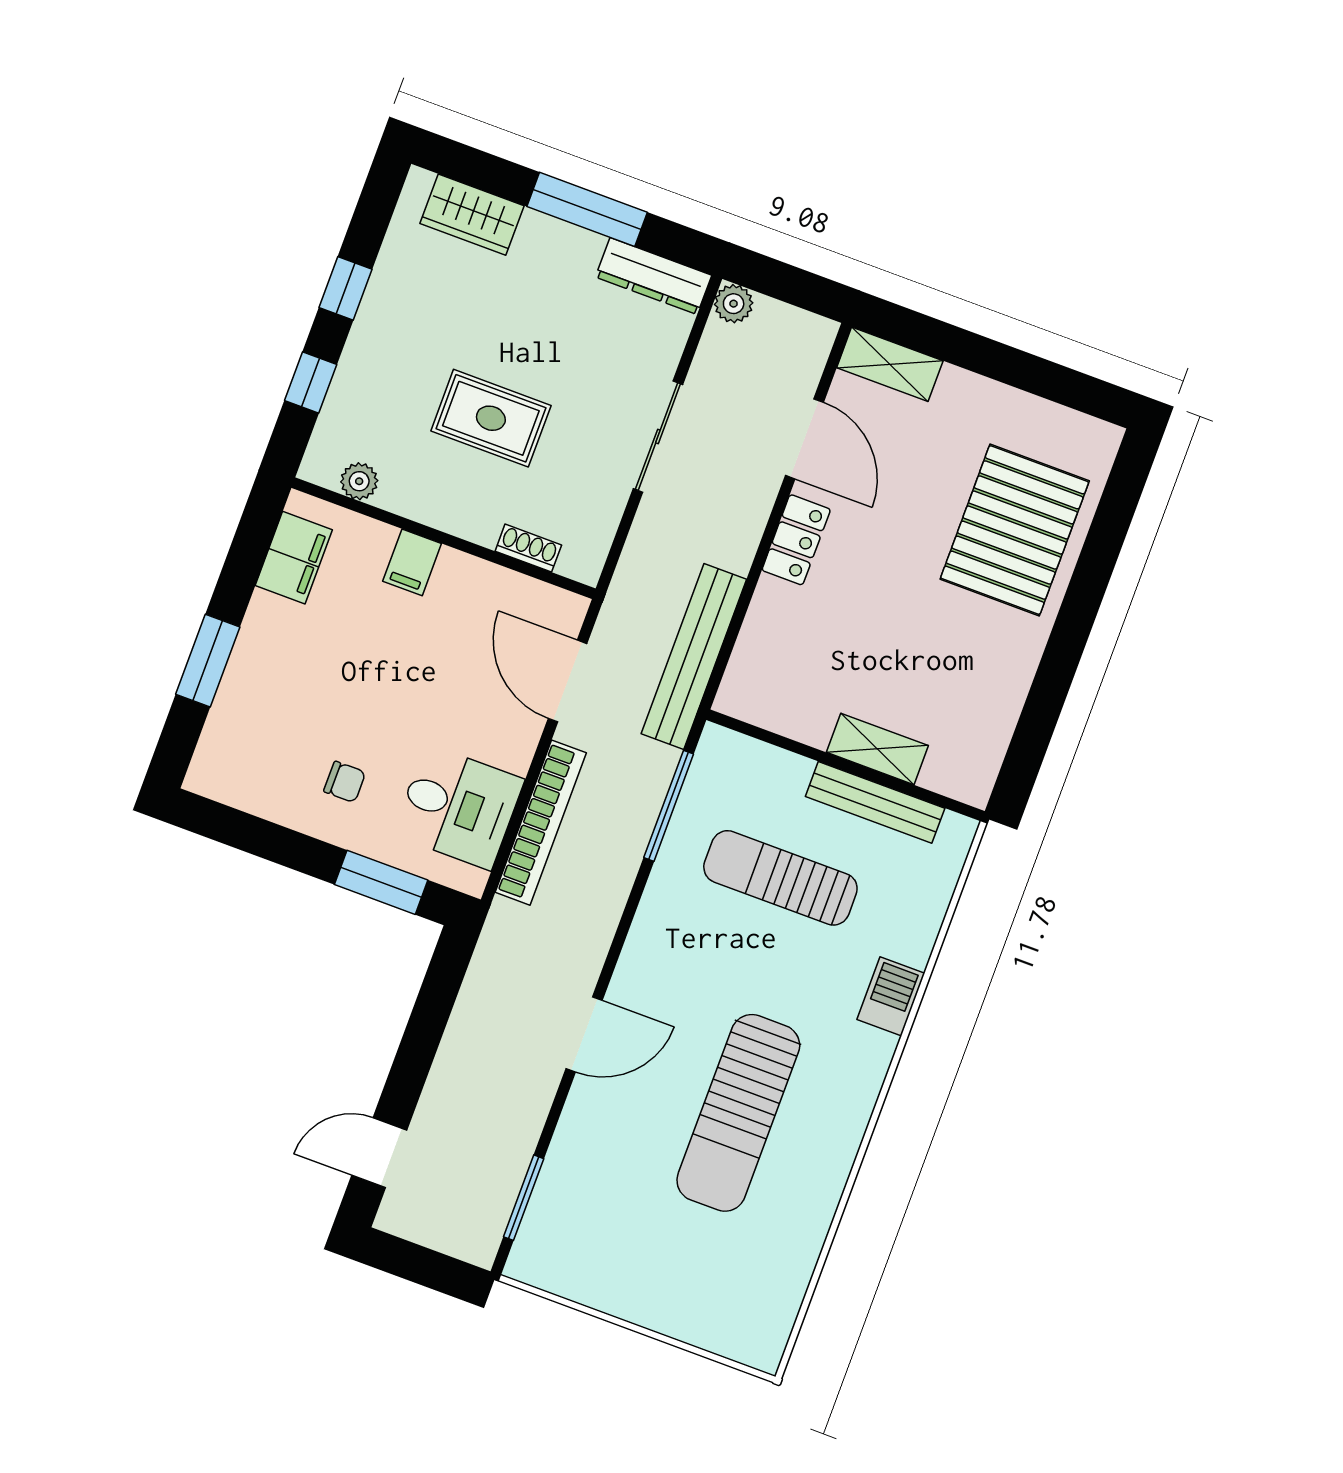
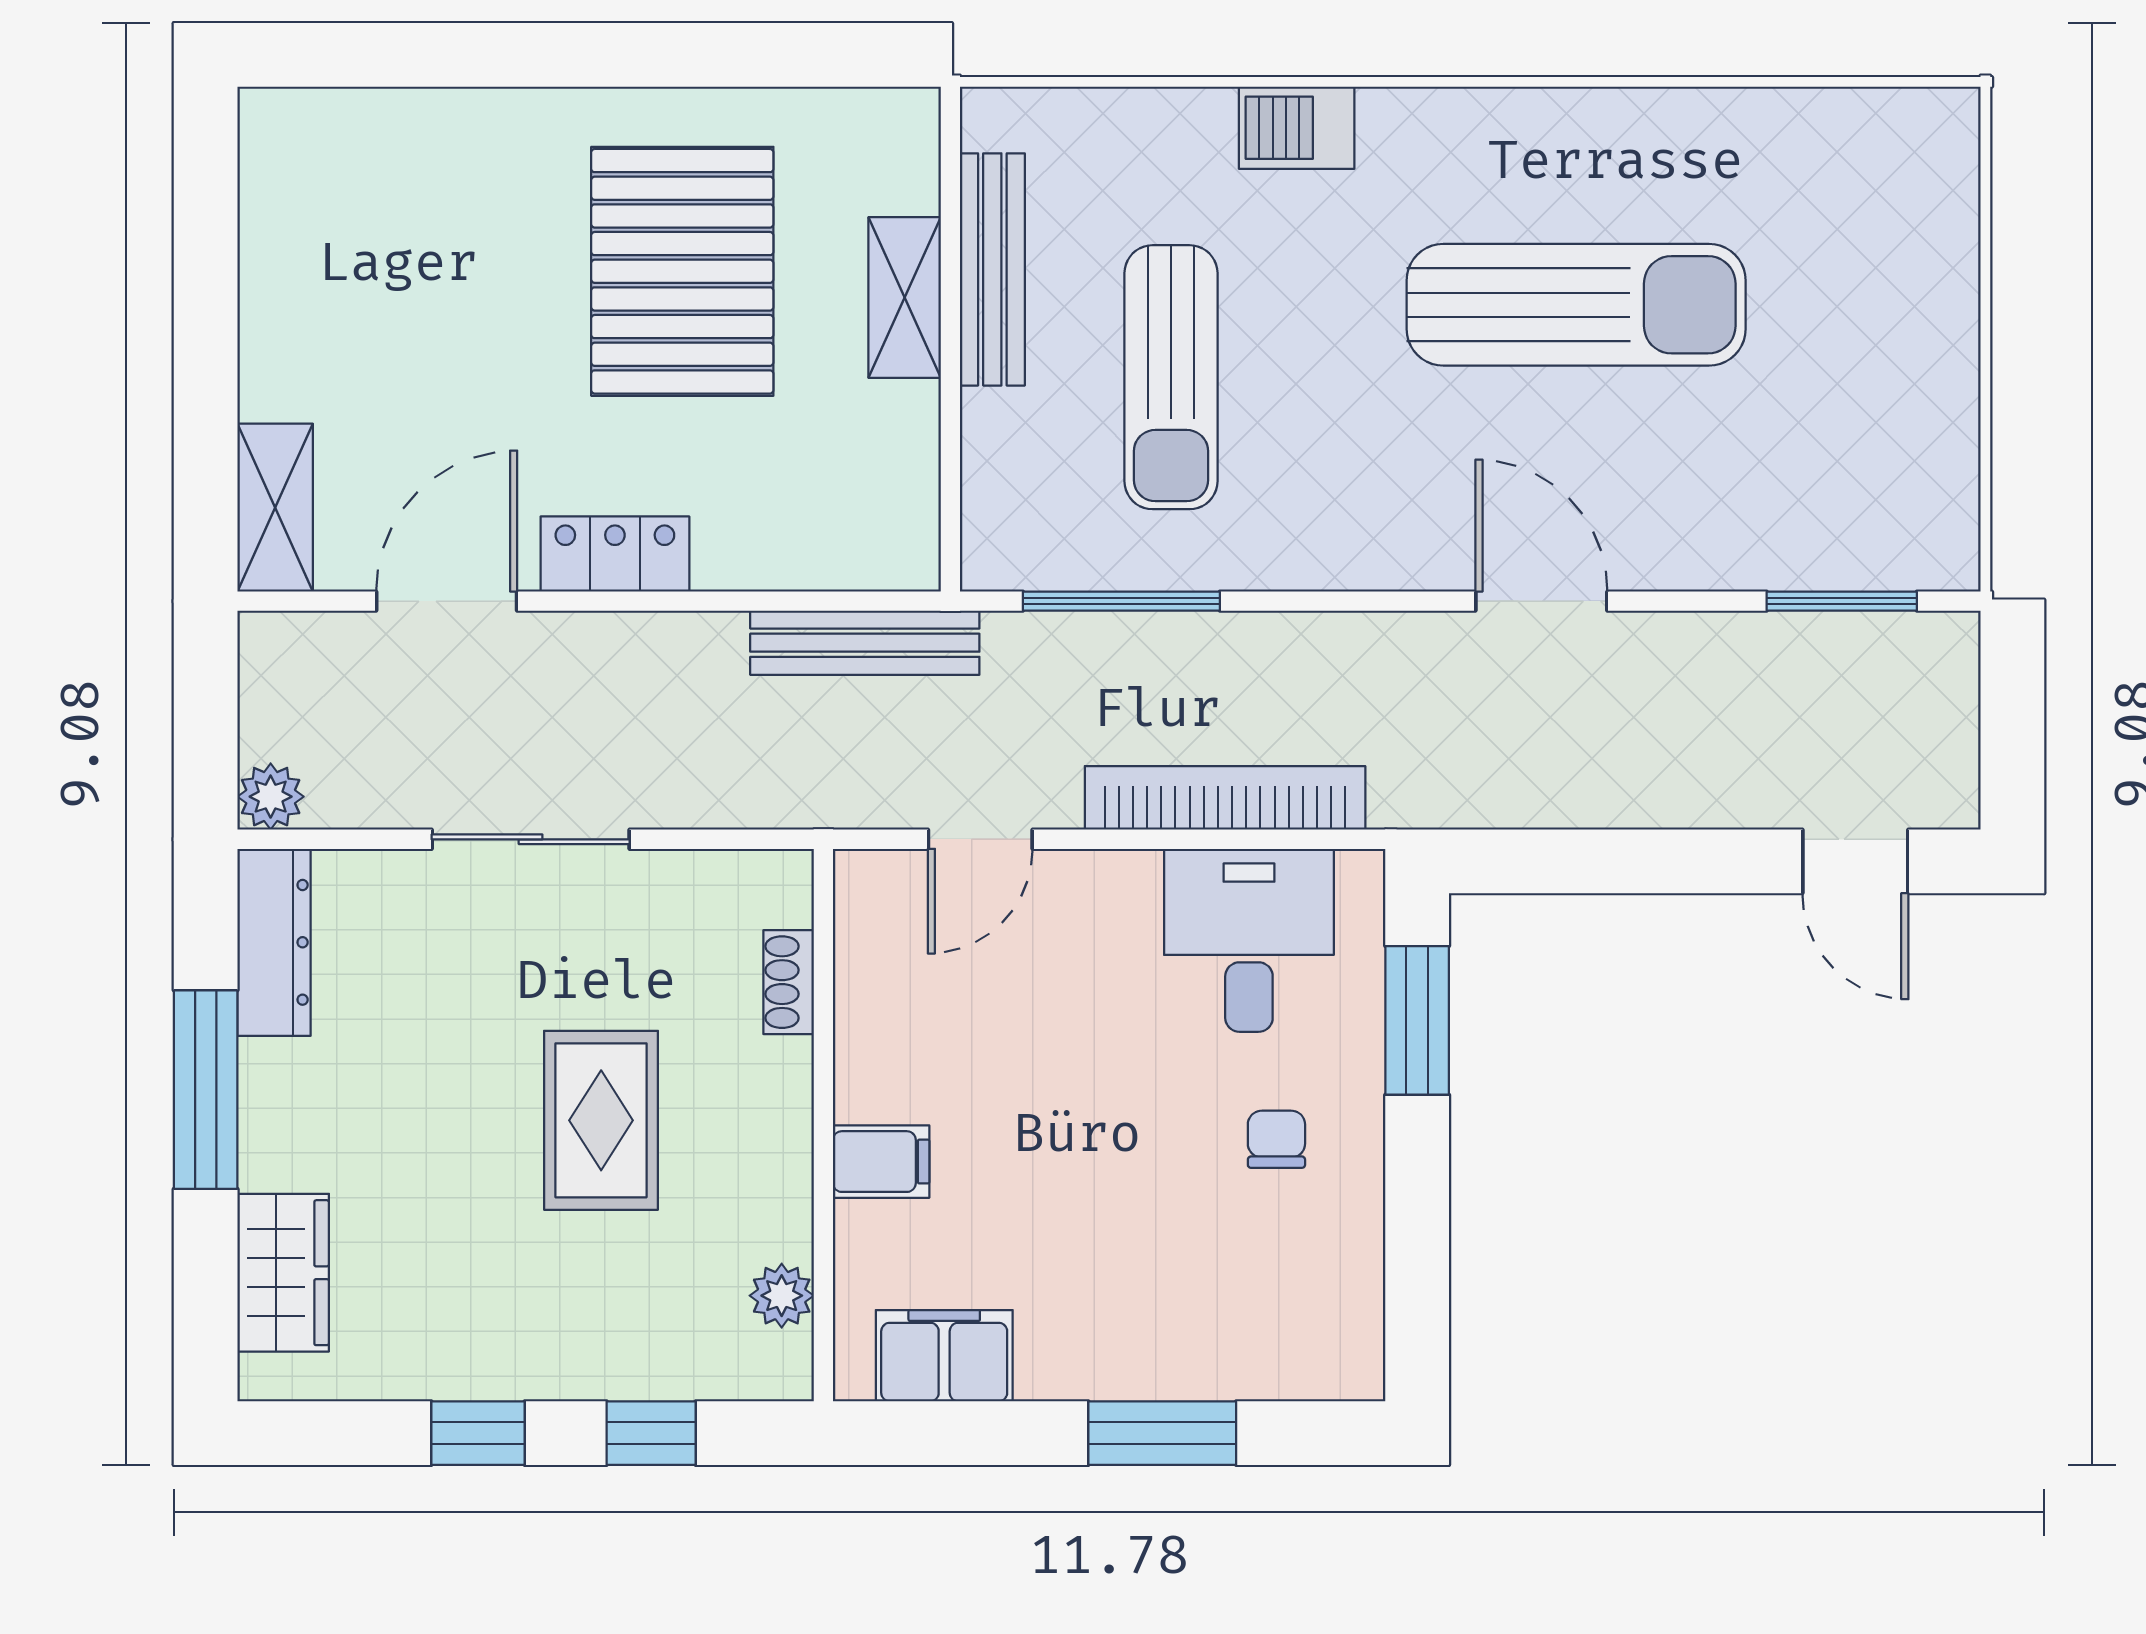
pallet: (1015, 530) -> (682, 271), moved, turned 90
bench: (694, 656) -> (865, 643), width x0.73, depth x0.82
door: (567, 681) -> (980, 839), width x0.73

